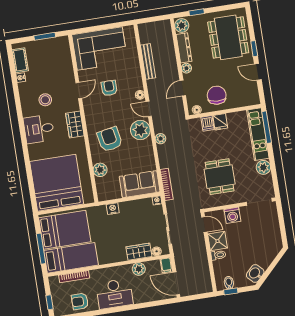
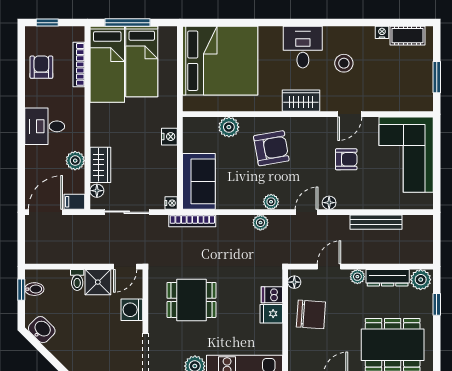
door: (183, 88) -> (329, 267), hinge flipped
door: (79, 90) -> (350, 114), hinge flipped
plant: (140, 130) -> (271, 202), width x0.53, depth x0.53
bed: (65, 230) -> (142, 61), width x0.67
desk: (115, 294) -> (45, 126), width x0.73

